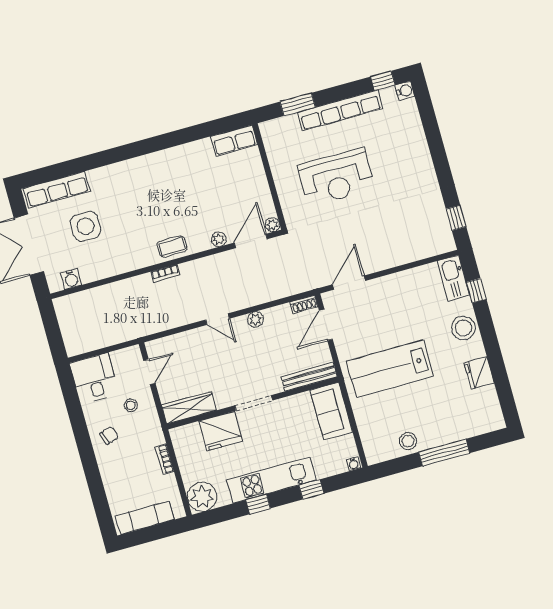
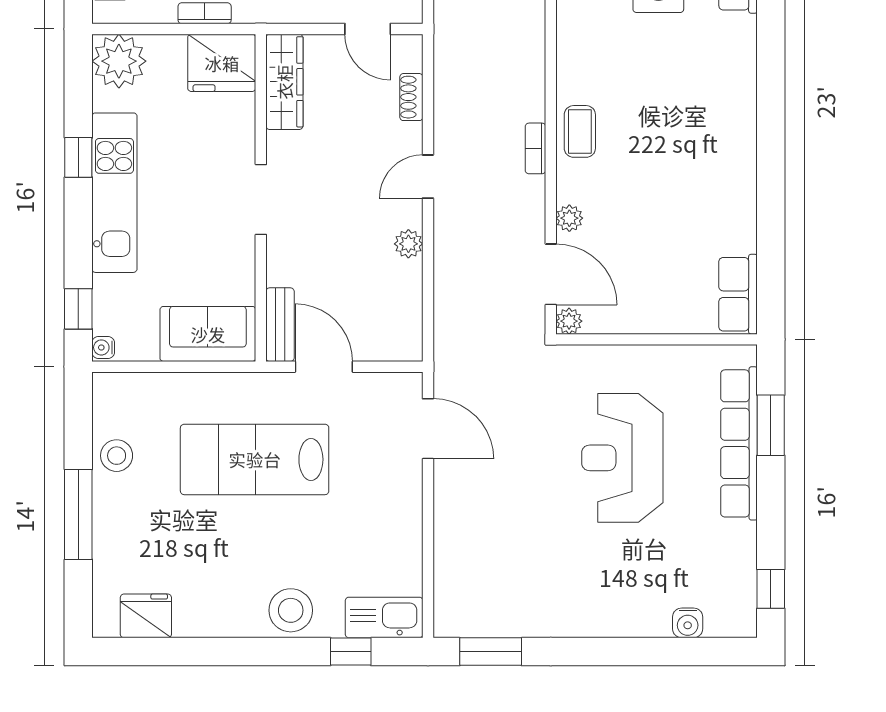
water cooler: (405, 91) -> (688, 623), moved
row of seats: (340, 111) -> (739, 443), moved
window: (456, 218) -> (491, 652), width x1.50
bookcase: (165, 273) -> (535, 148), moved
shoe rack: (304, 304) -> (411, 97), moved
door: (326, 325) -> (324, 367), moved
lab bench: (390, 369) -> (255, 459), turned -90
fridge: (479, 373) -> (146, 616), moved
bench: (309, 377) -> (280, 325), width x0.73
fridge: (221, 431) -> (222, 63), moved, turned -90
window: (311, 489) -> (78, 309), moved

